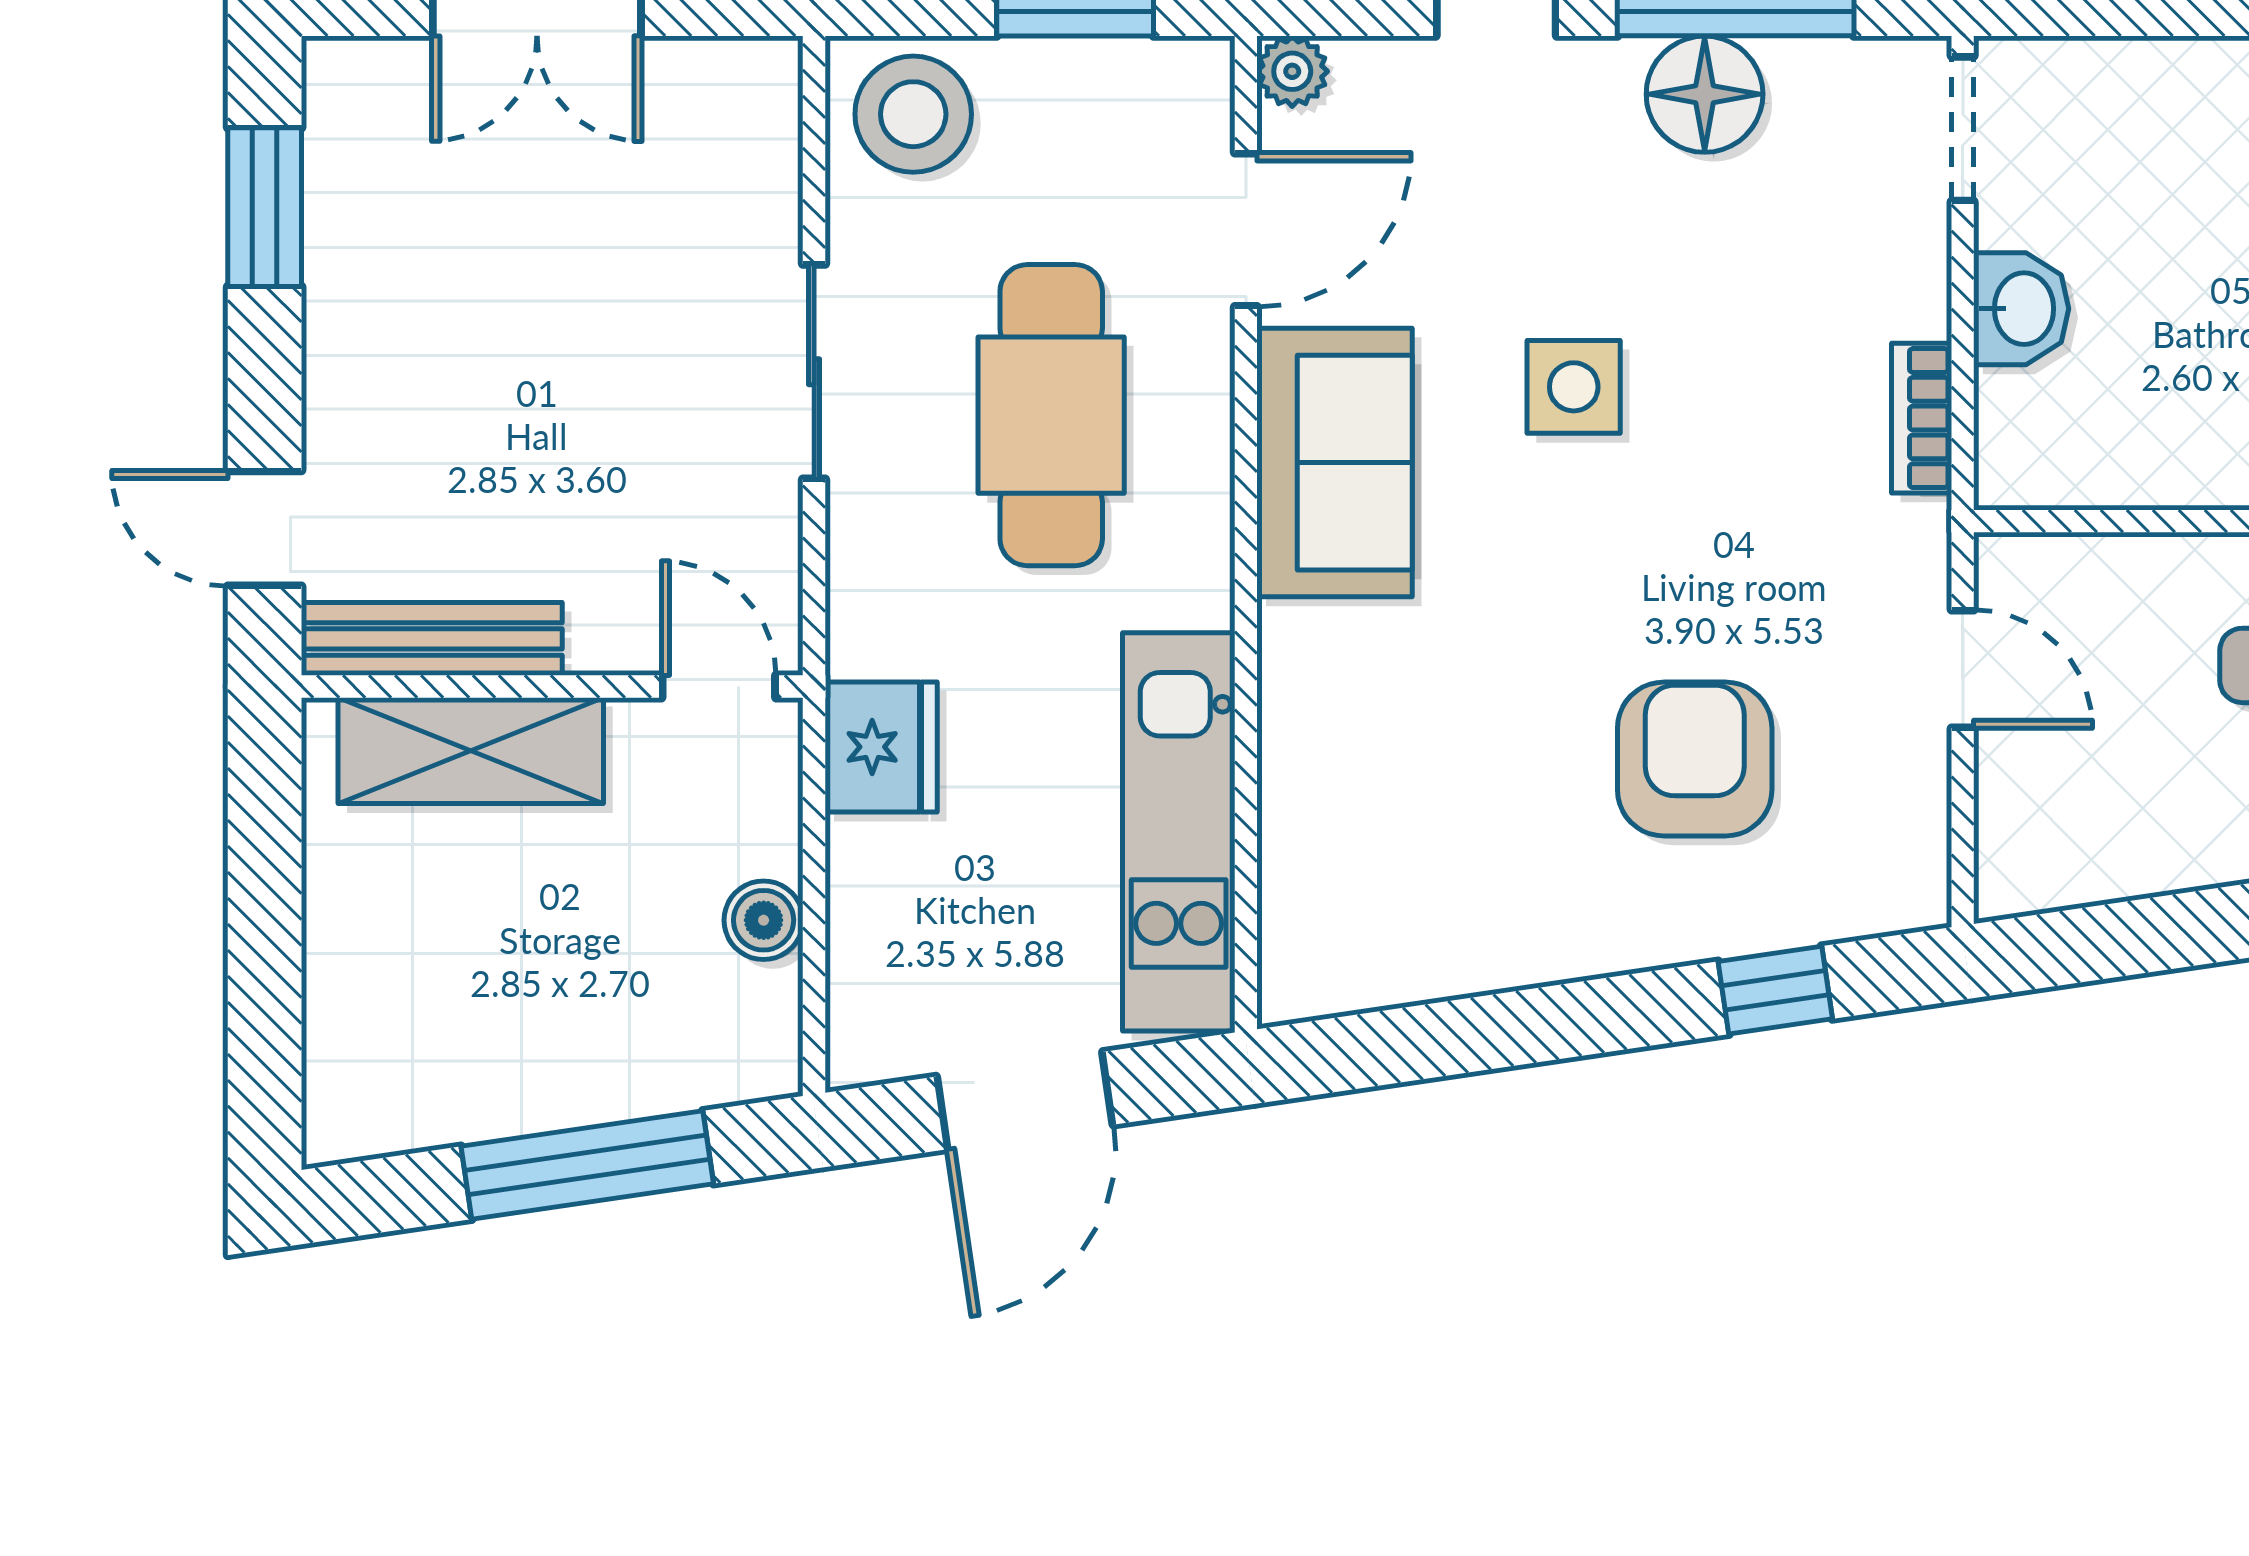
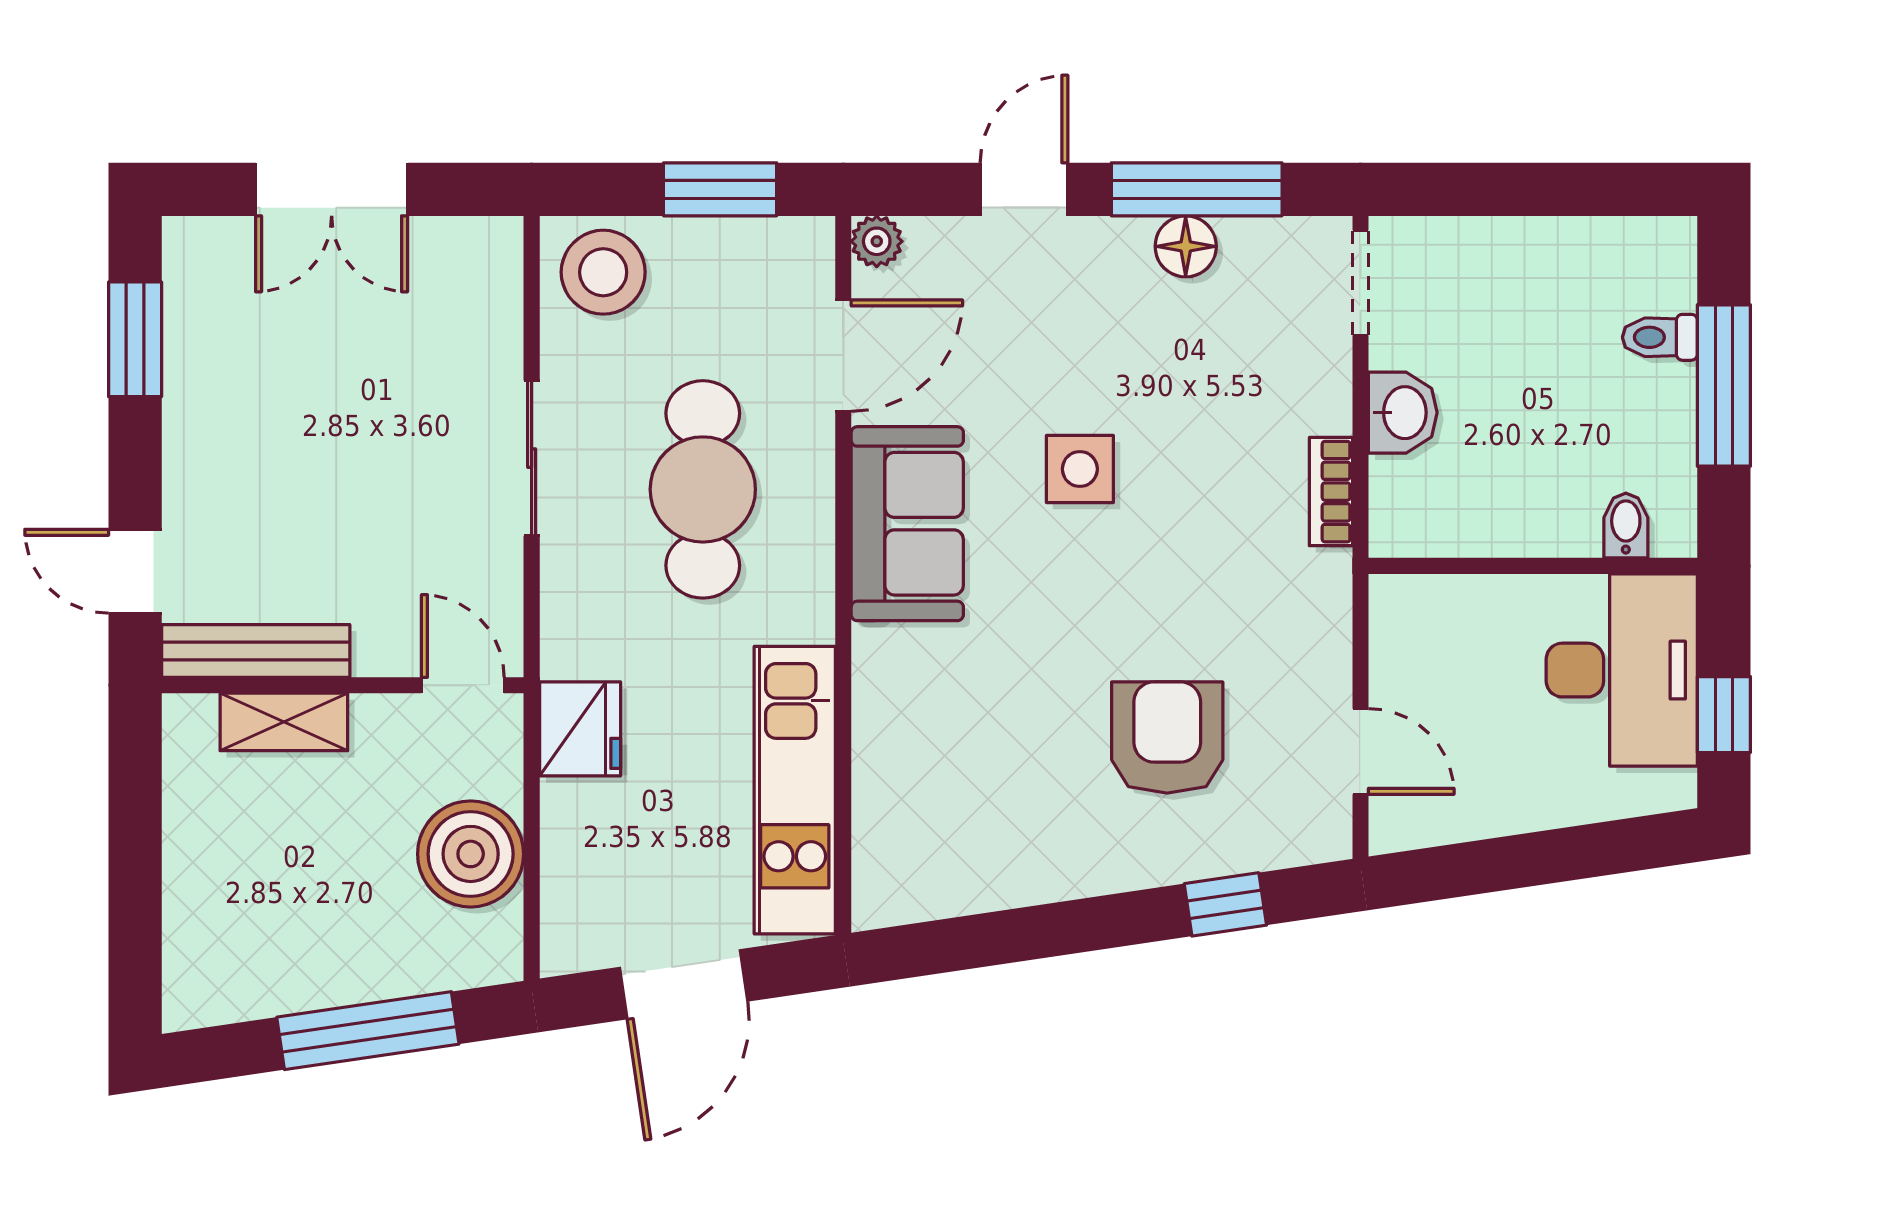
floor lamp: (1705, 94) -> (1186, 246), width x0.73, depth x0.73
door: (1963, 669) -> (1360, 751), moved
shelving: (471, 751) -> (284, 722), width x0.67, depth x0.75
boiler: (764, 920) -> (471, 854), width x1.86, depth x1.86

